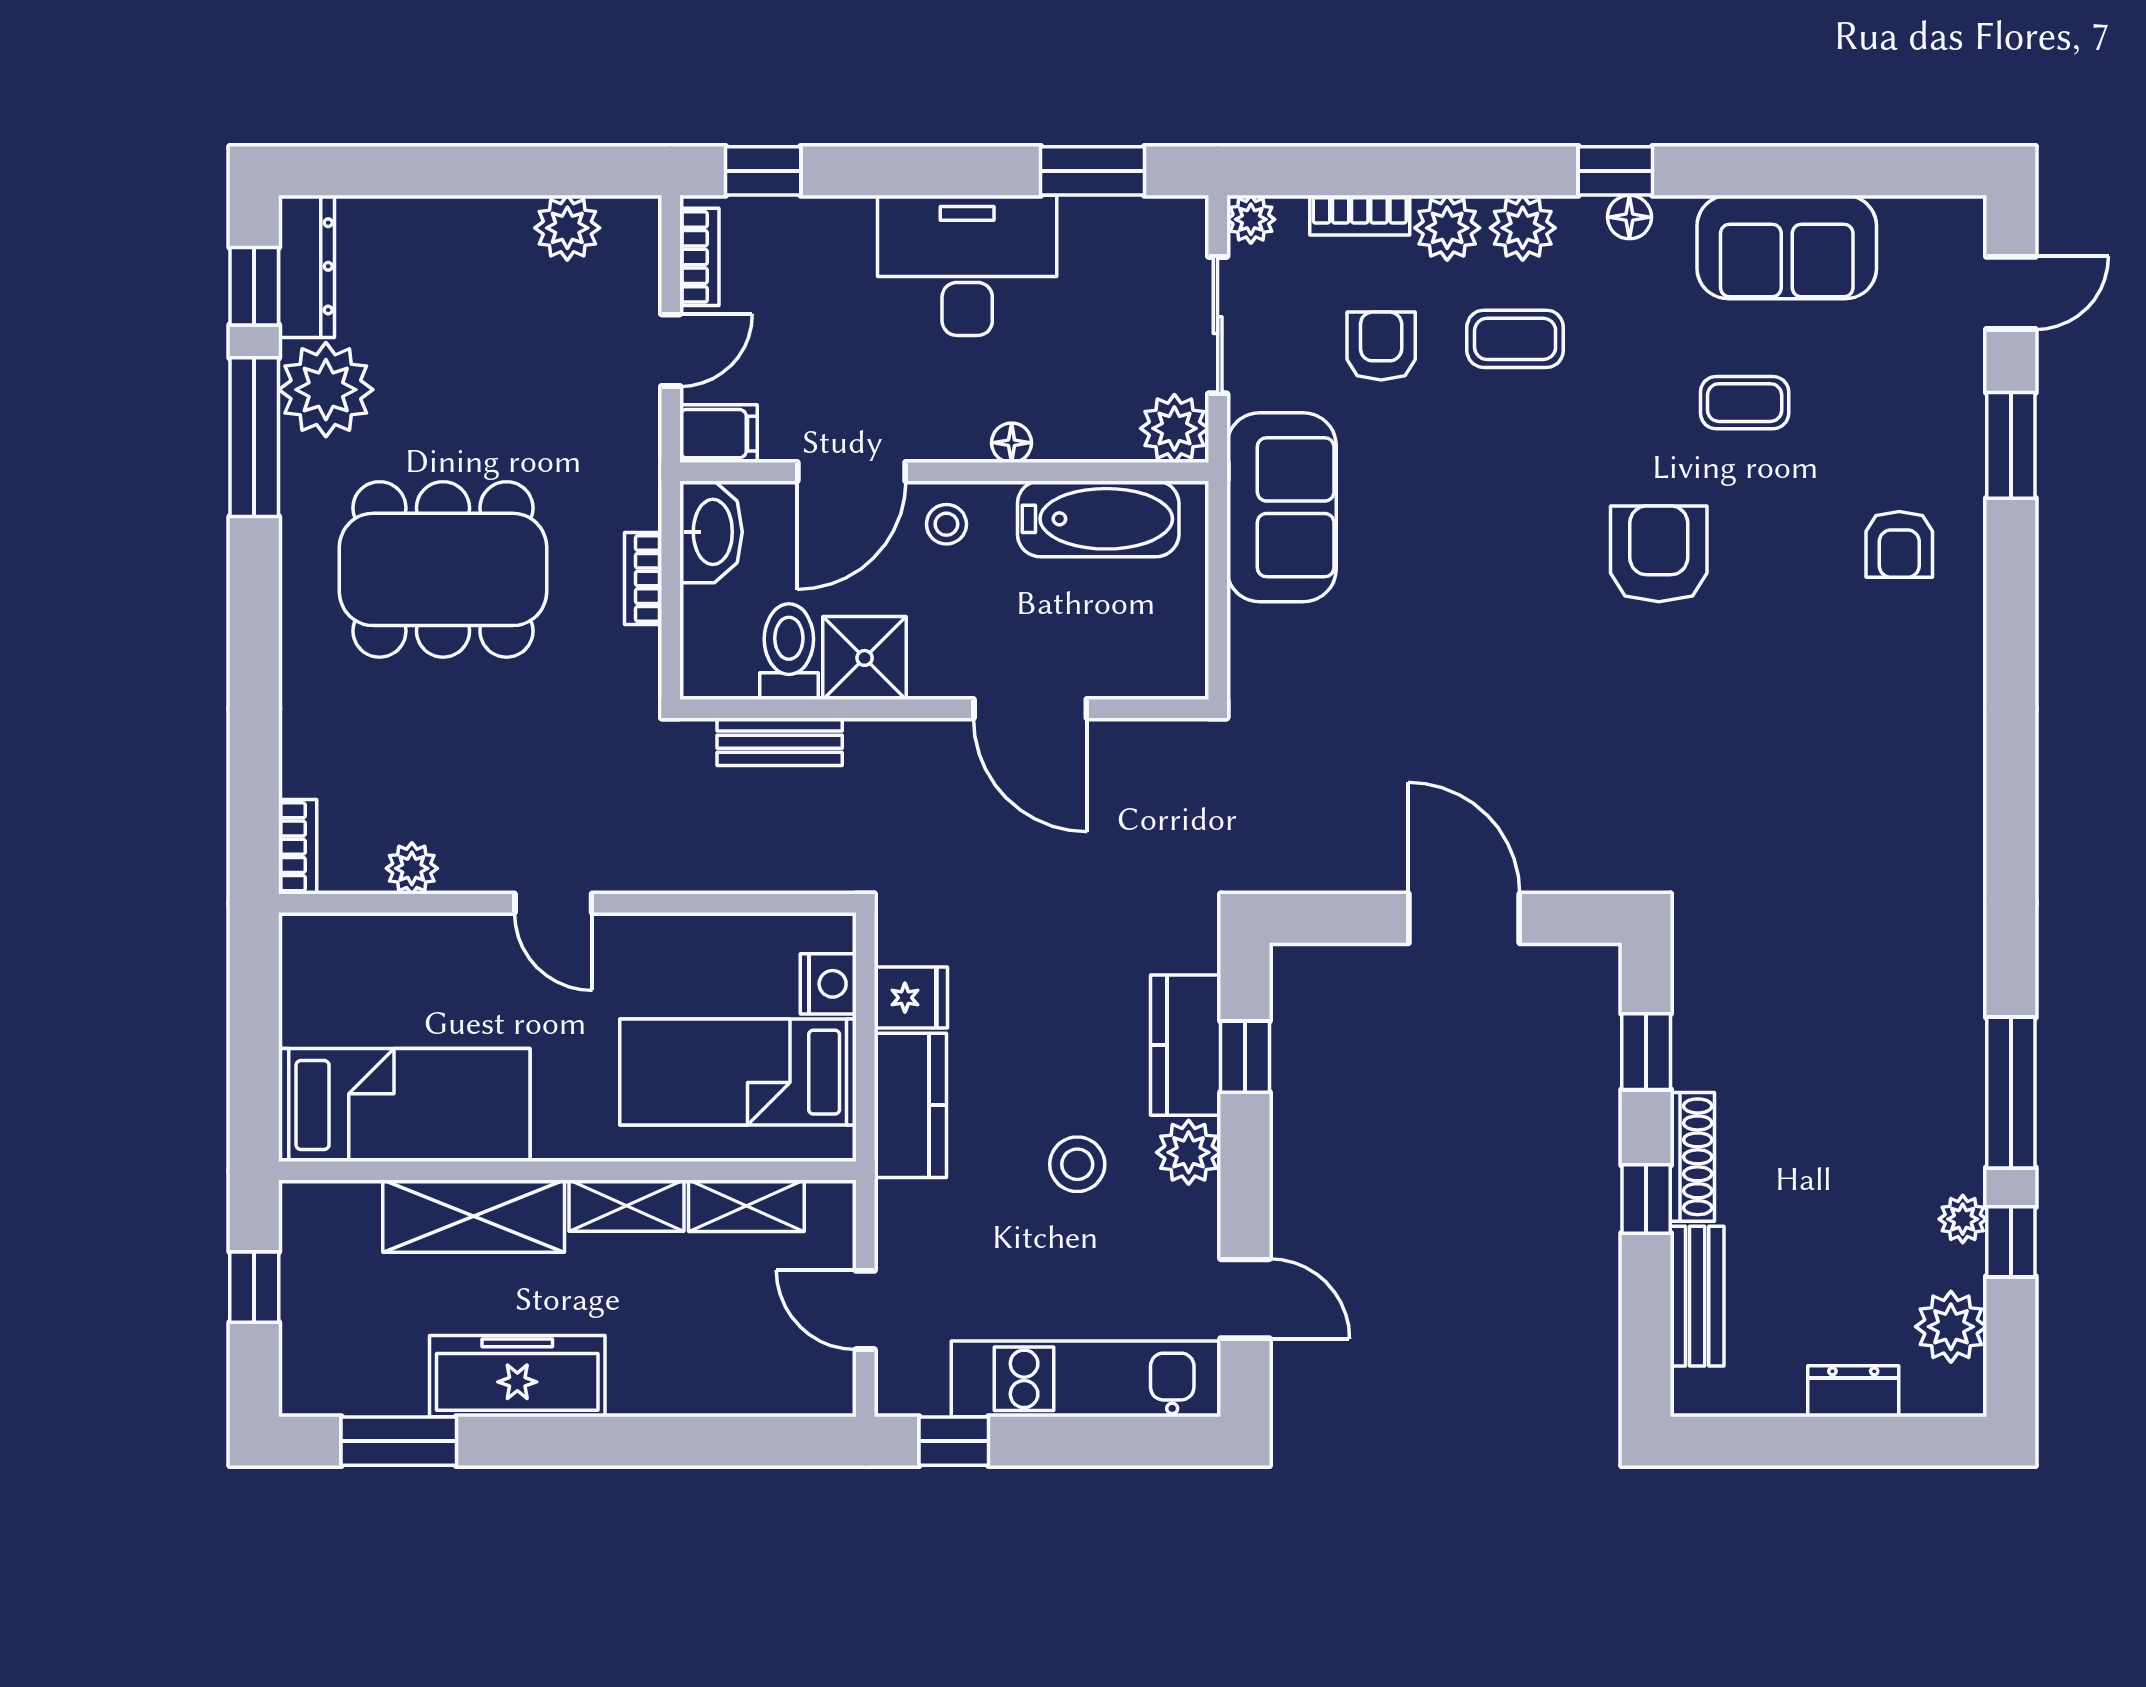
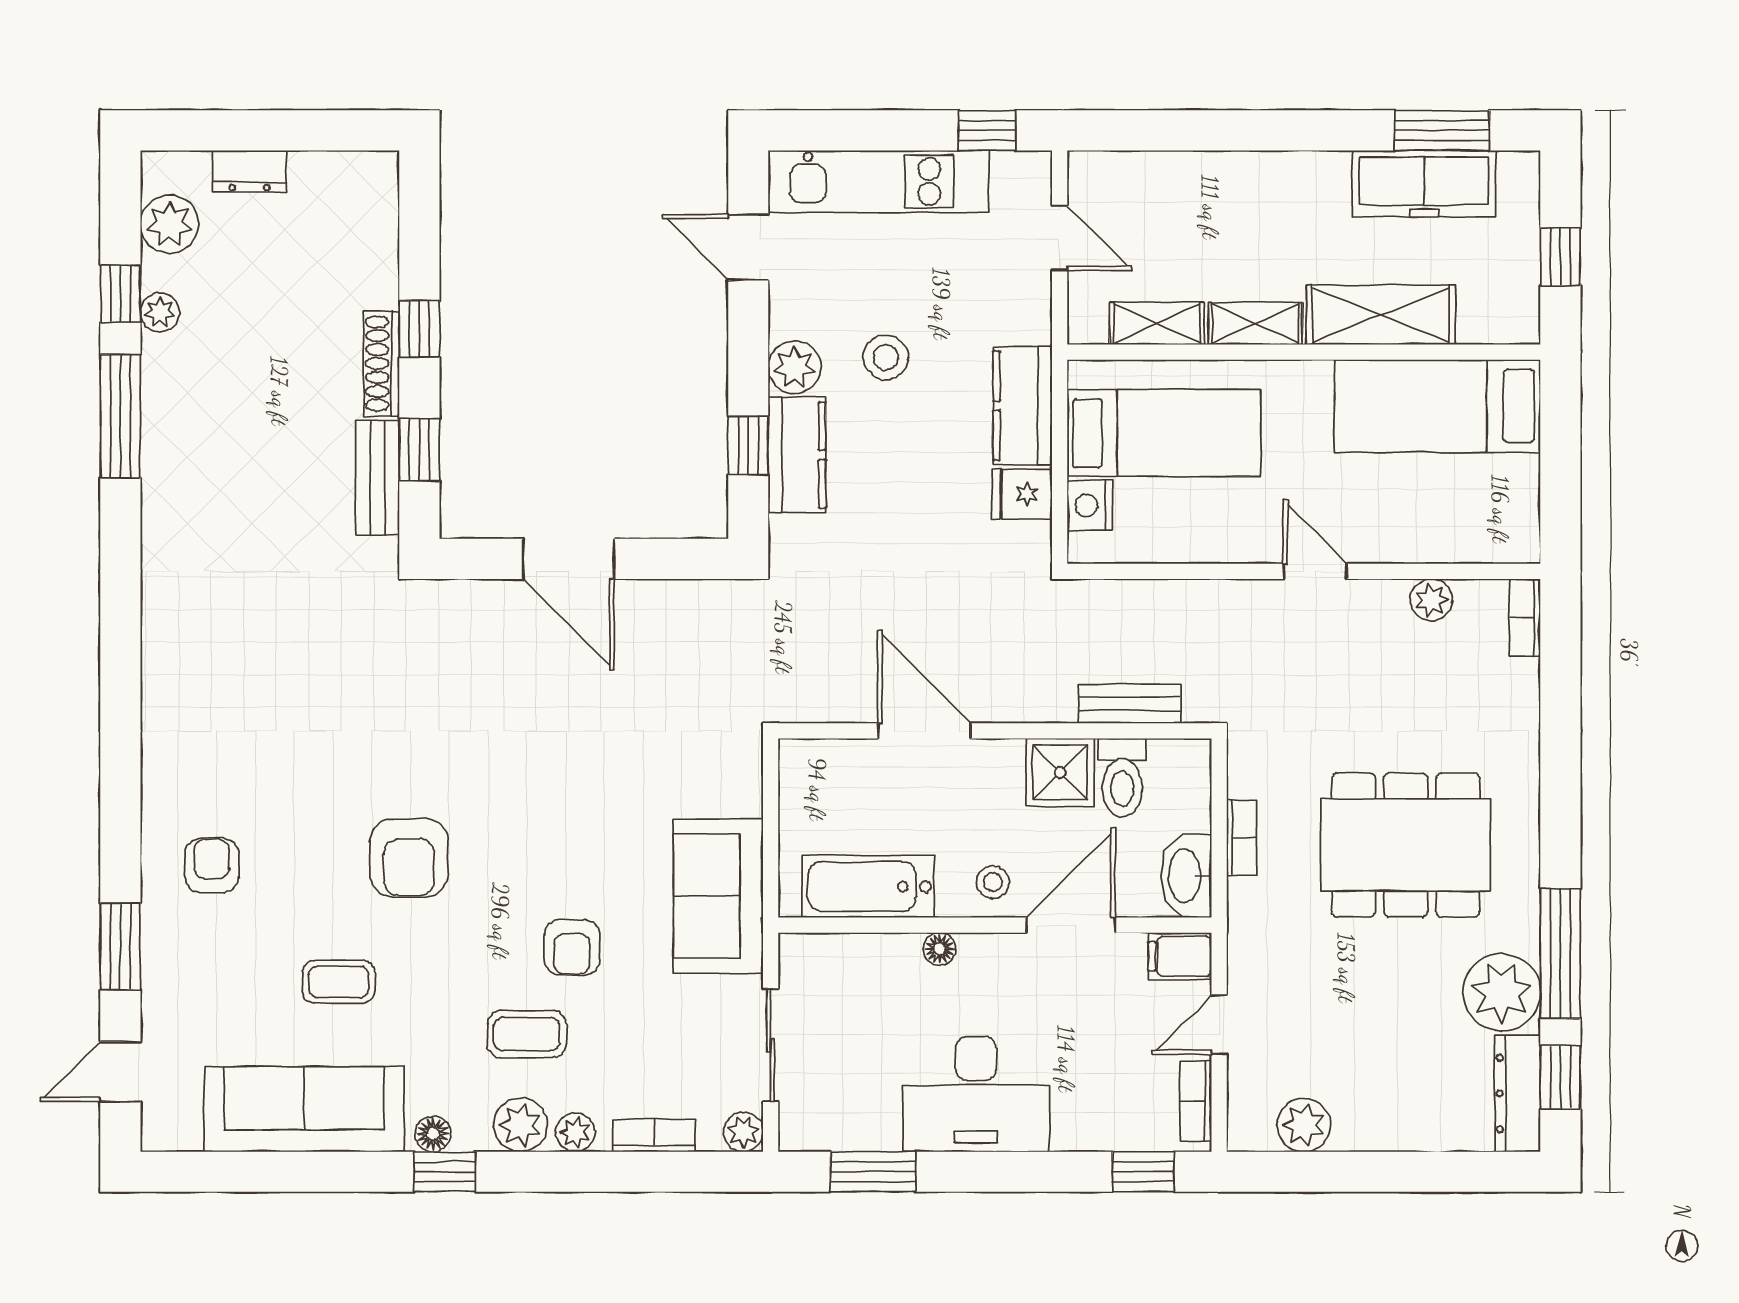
plant: (1447, 228) -> (575, 1132), width x0.73, depth x0.73
sofa: (1787, 247) -> (304, 1109), width x1.36
armchair: (1381, 346) -> (572, 947), moved
plant: (1174, 428) -> (806, 961), removed
bench: (1697, 1296) -> (378, 478), moved
freezer: (517, 1376) -> (1424, 184), moved

